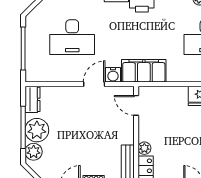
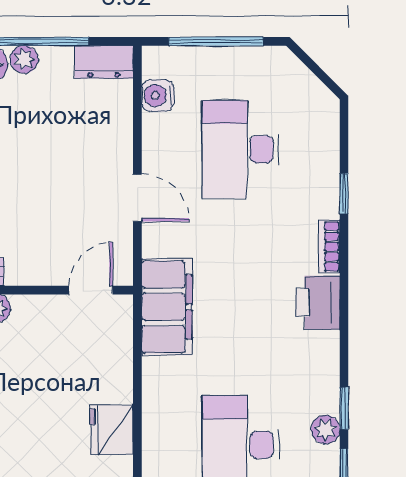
water cooler: (113, 75) -> (158, 96), moved
plant: (37, 130) -> (24, 59), width x0.53, depth x0.53

